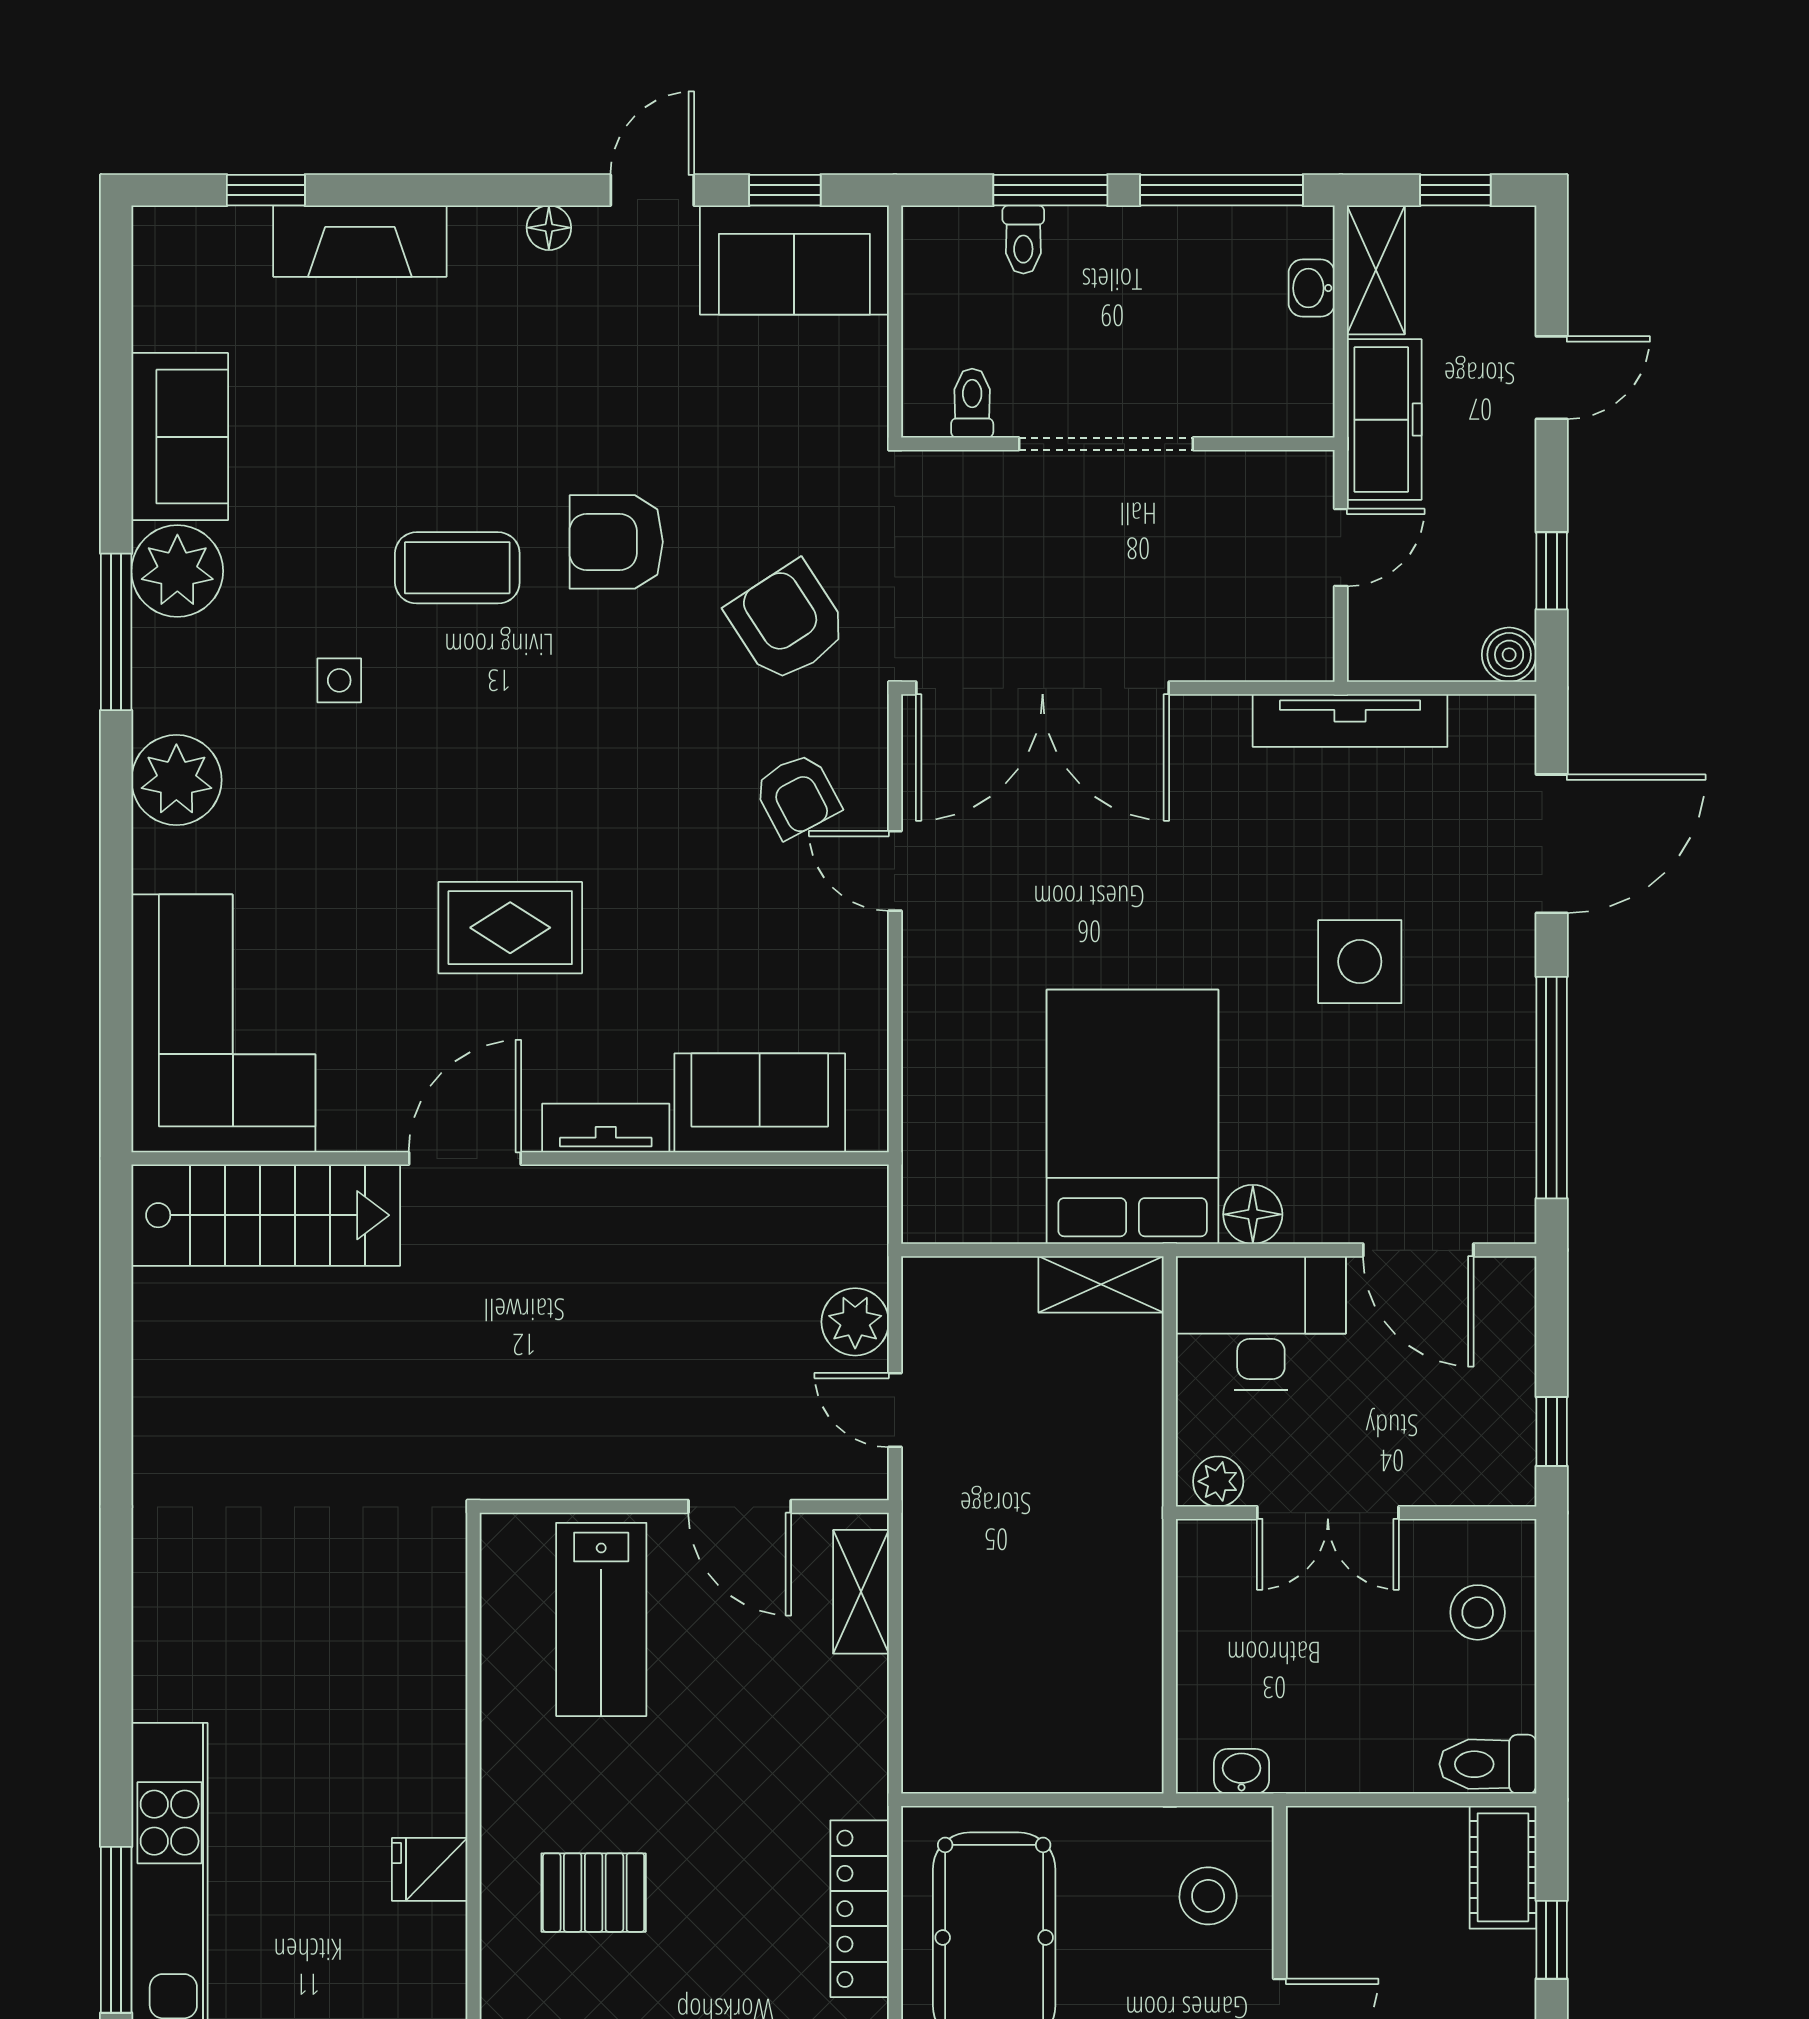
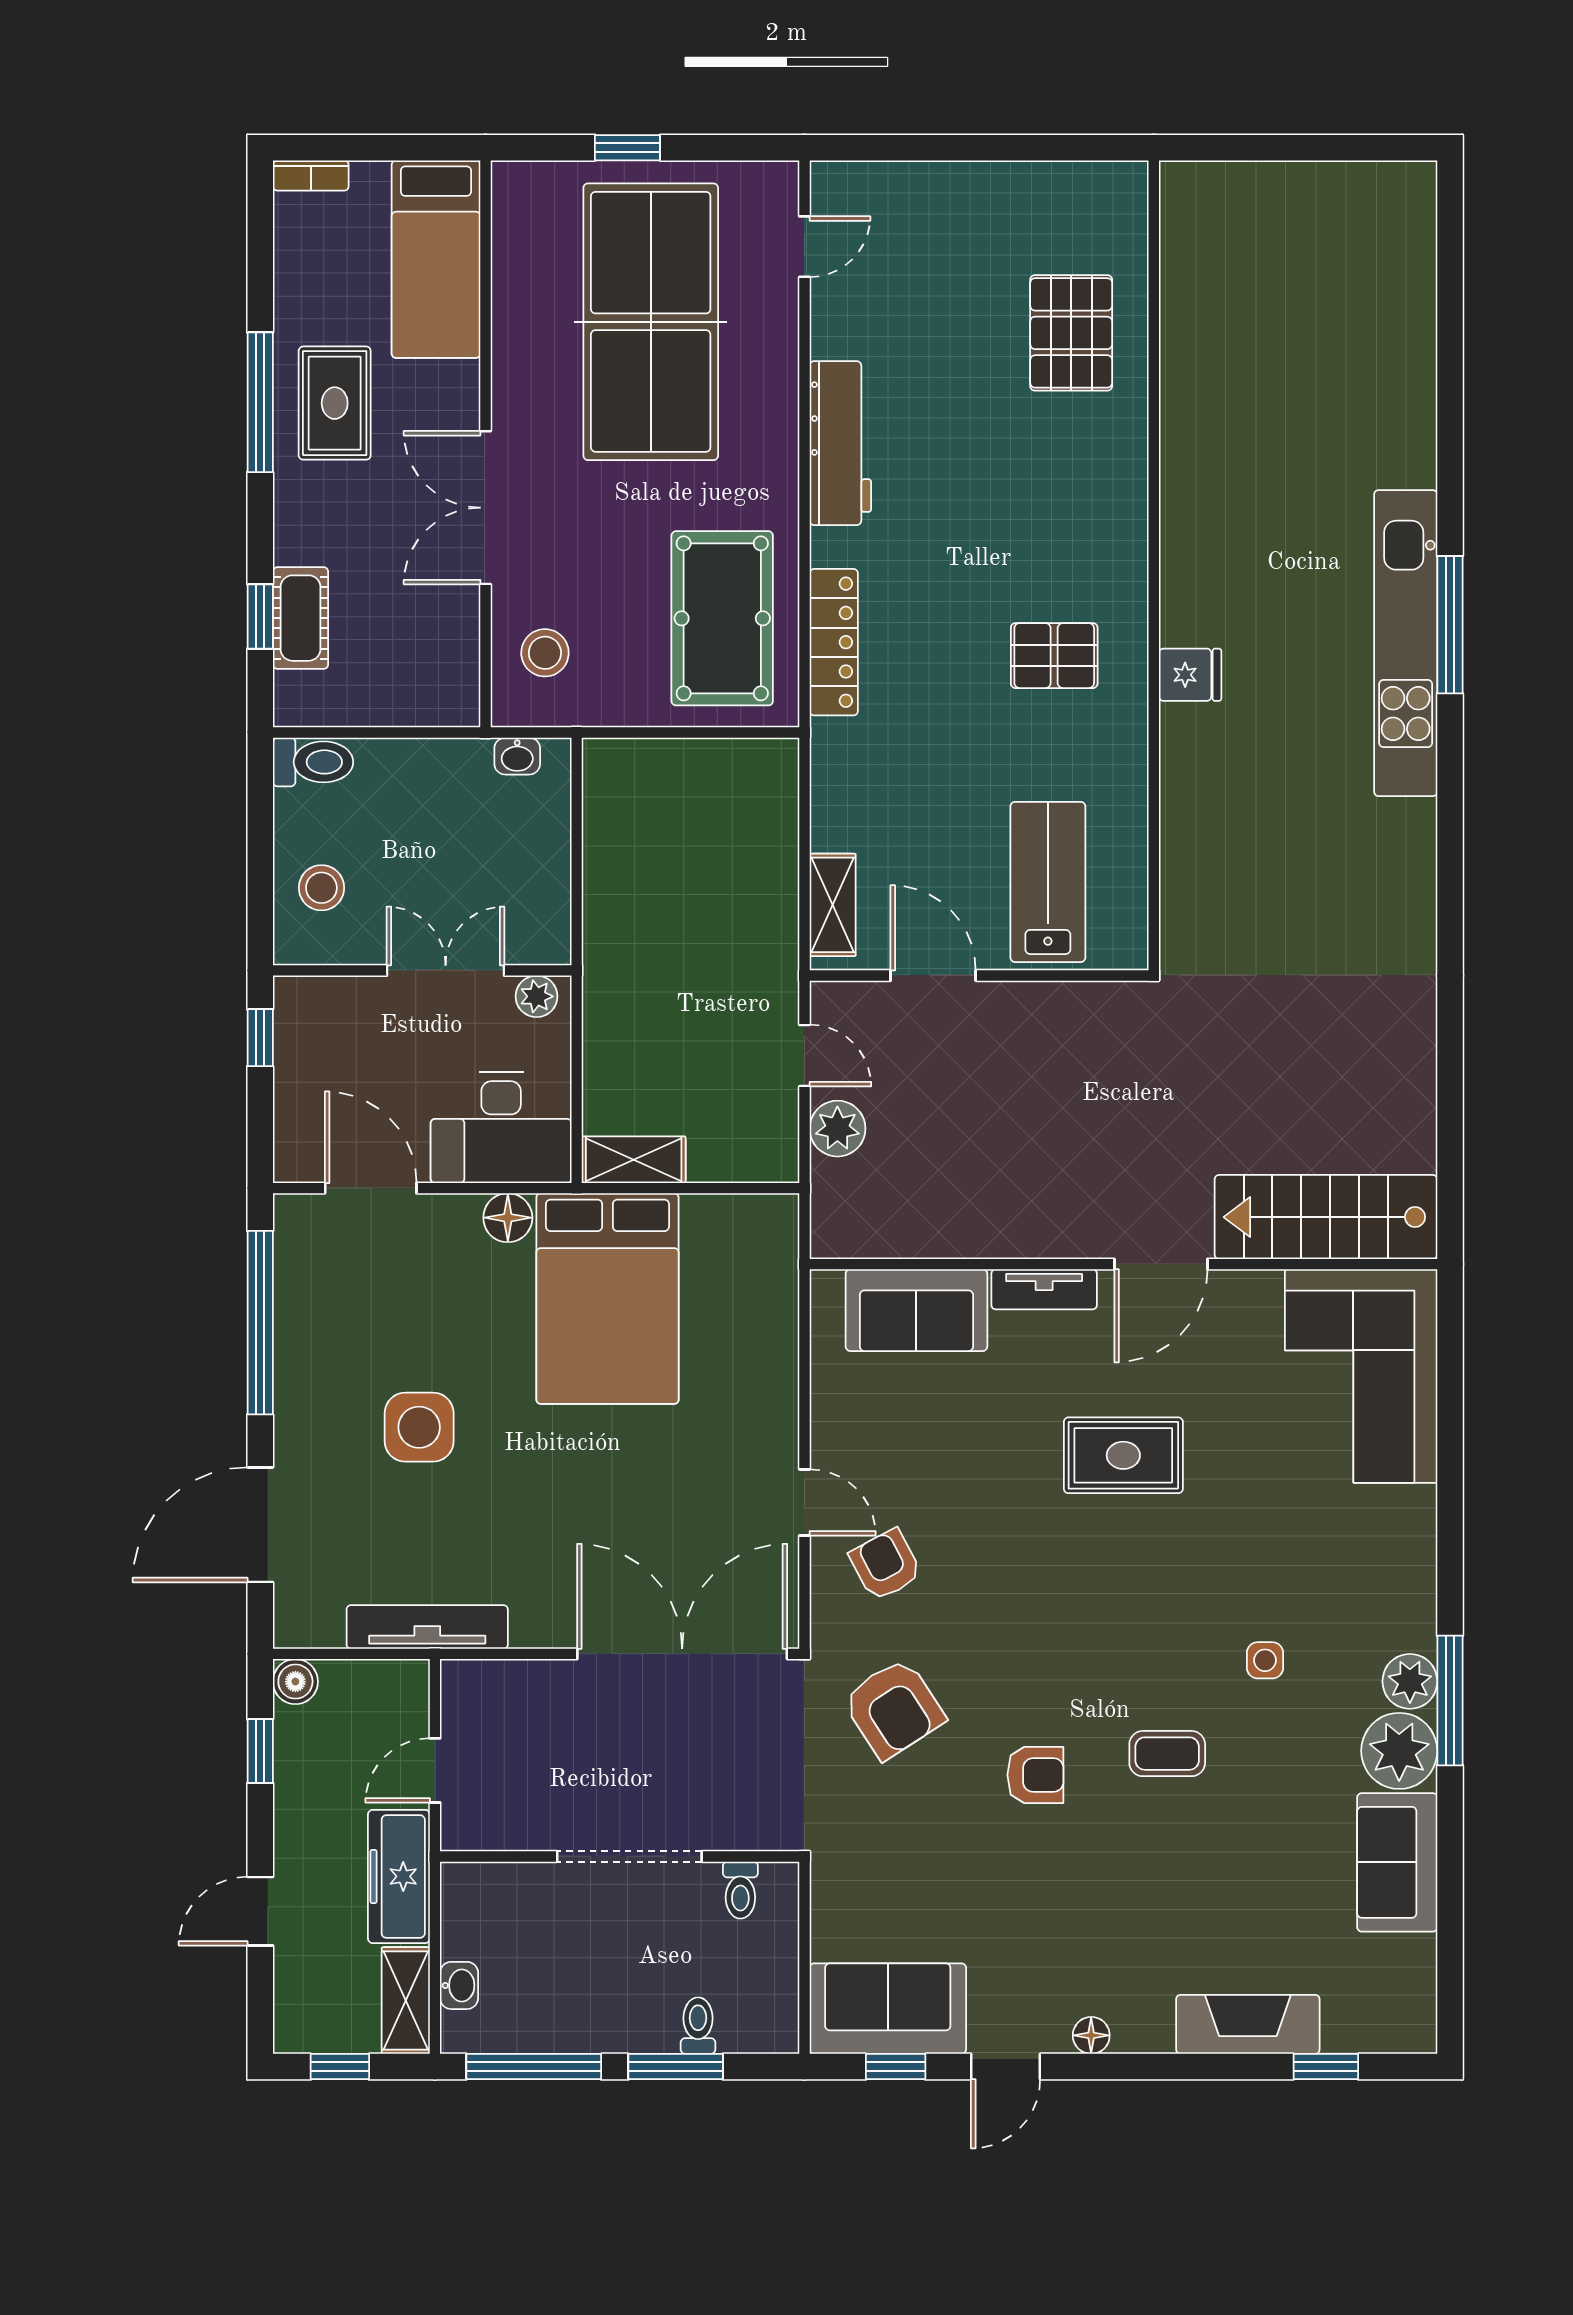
armchair: (616, 542) -> (1035, 1775), width x0.72, depth x0.72
coffee table: (457, 568) -> (1167, 1754), width x0.73, depth x0.77
plant: (176, 780) -> (1410, 1681), moved, width x0.73, depth x0.73
cot: (1503, 1867) -> (301, 618), moved

